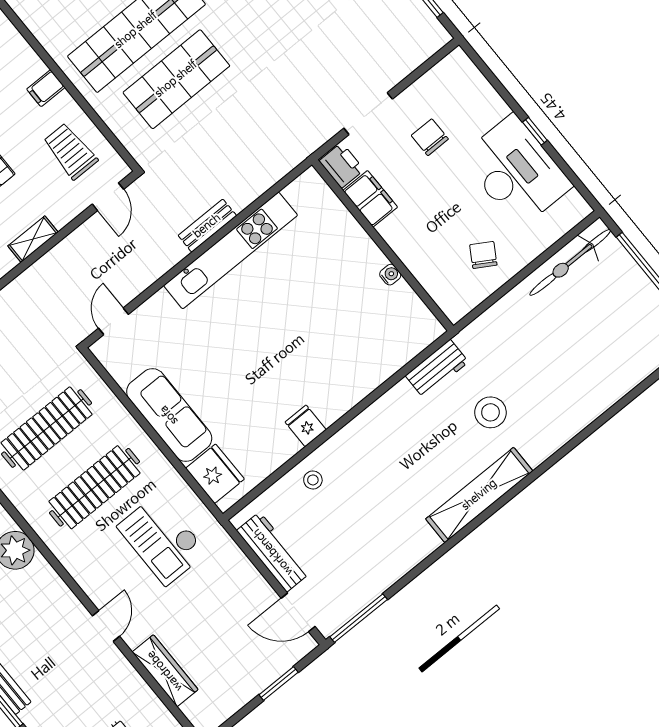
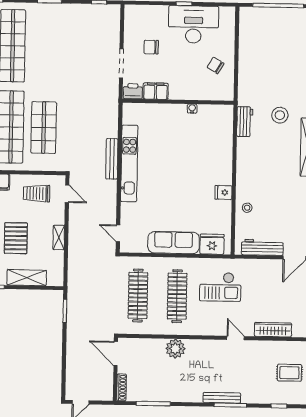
bench: (207, 226) -> (112, 159), width x1.36
bicycle: (570, 262) -> (247, 34), removed

